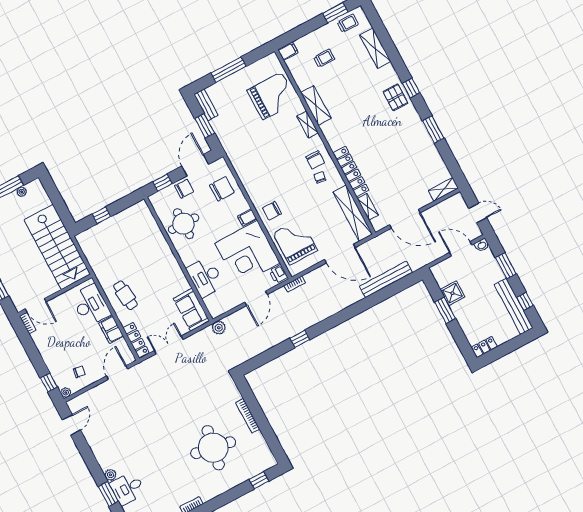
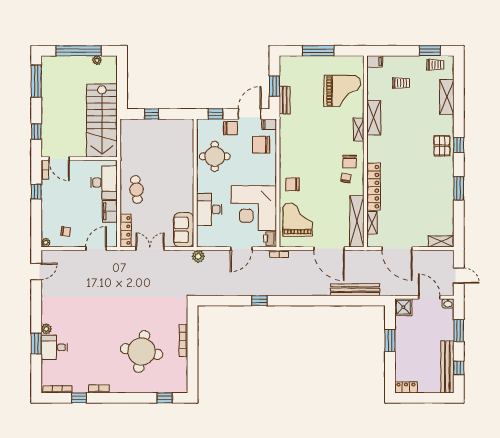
bench: (206, 105) -> (285, 100), moved
chair: (222, 189) -> (261, 145), turned 180
filing cabinet: (247, 218) -> (269, 124), moved
shower: (452, 293) -> (403, 307), moved
window: (49, 382) -> (36, 192), moved

